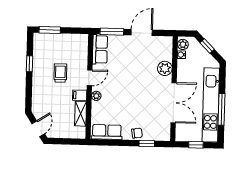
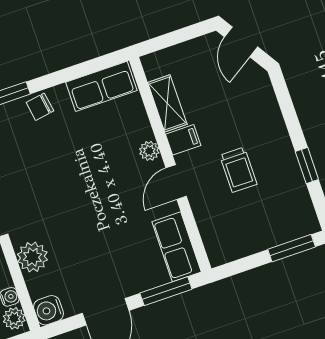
water cooler: (167, 42) -> (48, 310), added

